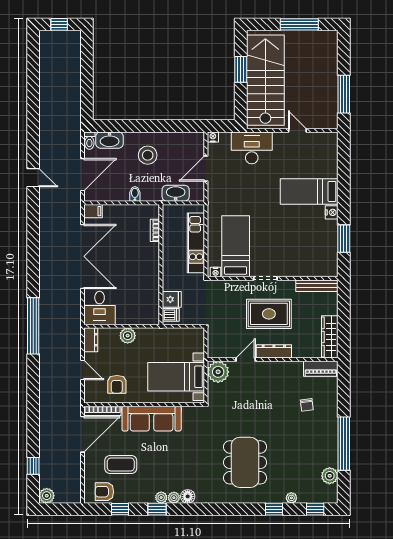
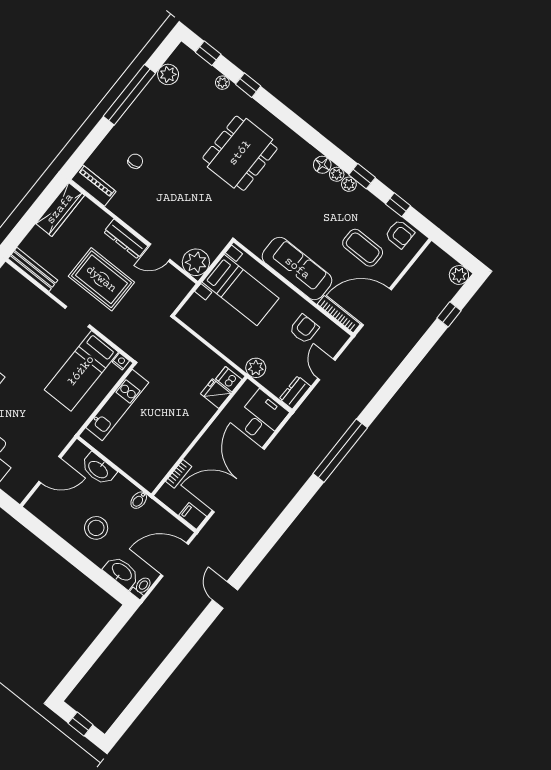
nightstand: (213, 137) -> (18, 495), removed
bookcase: (155, 230) -> (179, 474), moved
wall: (161, 265) -> (199, 436), moved
fridge: (172, 299) -> (216, 394), moved
dishwasher: (171, 315) -> (229, 379), moved

